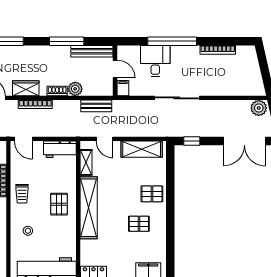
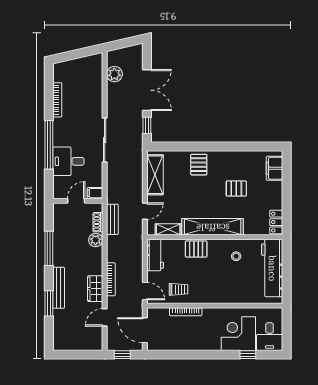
bench: (92, 51) -> (59, 288), moved
shoe rack: (57, 91) -> (98, 222), moved
plant: (259, 108) -> (114, 74), moved
door: (23, 139) -> (145, 291), hinge flipped
double door: (244, 141) -> (147, 90), moved
trolley: (22, 194) -> (179, 289), moved
pallet: (59, 204) -> (196, 249), moved
pallet: (139, 224) -> (236, 188), moved, turned 90
stool: (28, 231) -> (236, 256), moved

